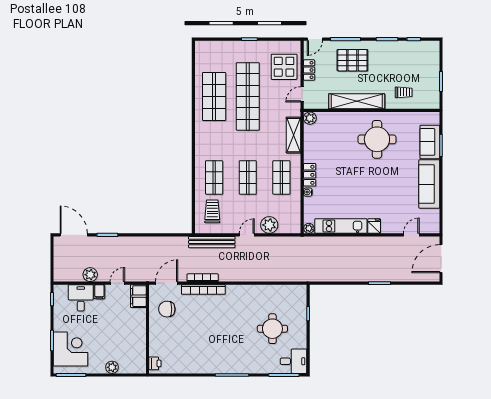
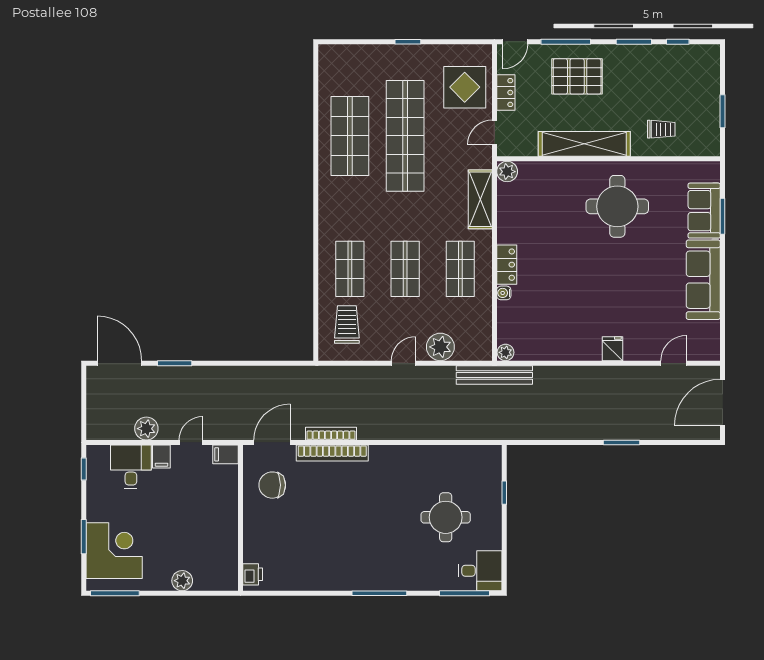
kitchen unit: (341, 226) -> (558, 349), removed
bench: (212, 242) -> (494, 375), moved
filing cabinet: (138, 296) -> (225, 454), width x0.50

